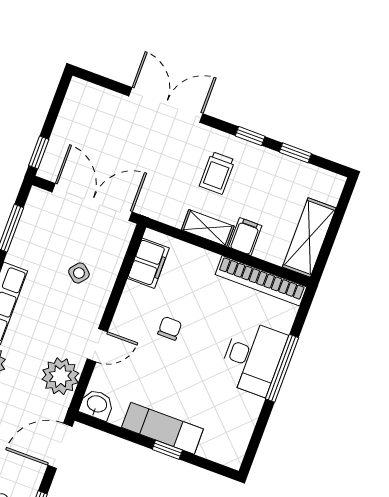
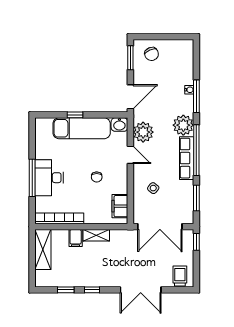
trolley: (217, 173) -> (180, 276), moved
door: (97, 345) -> (130, 155), swing flipped
exam couch: (162, 428) -> (82, 128), width x1.36, depth x1.45

